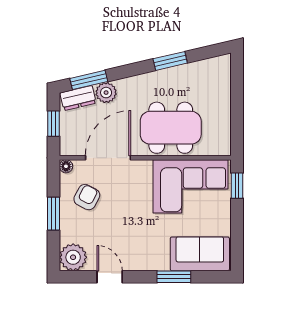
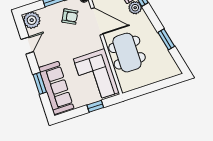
window: (237, 186) -> (95, 106), moved
sofa: (200, 254) -> (56, 88), width x1.36

